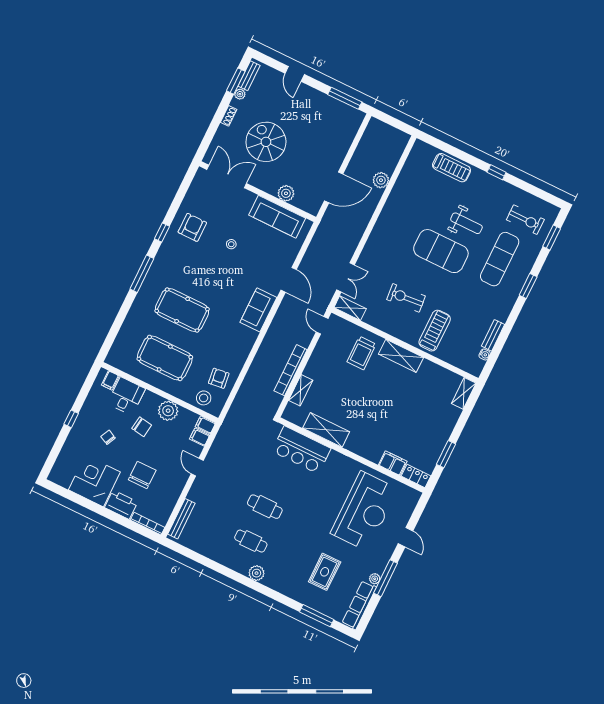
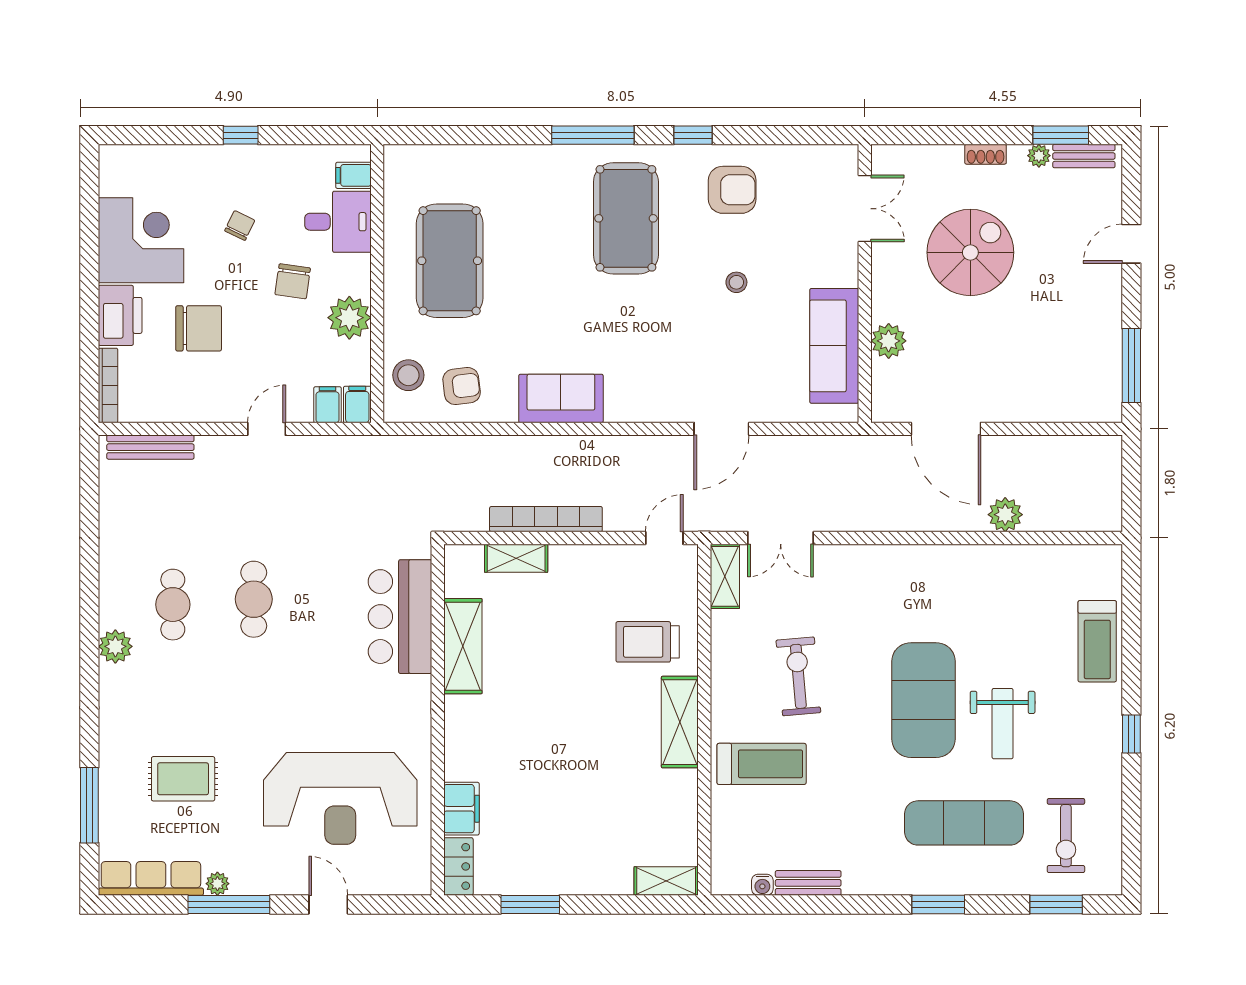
double door: (227, 177) -> (865, 209), width x0.73
pool table: (182, 310) -> (626, 218), moved
sofa: (258, 310) -> (561, 398), moved
door: (406, 537) -> (328, 904), swing flipped

